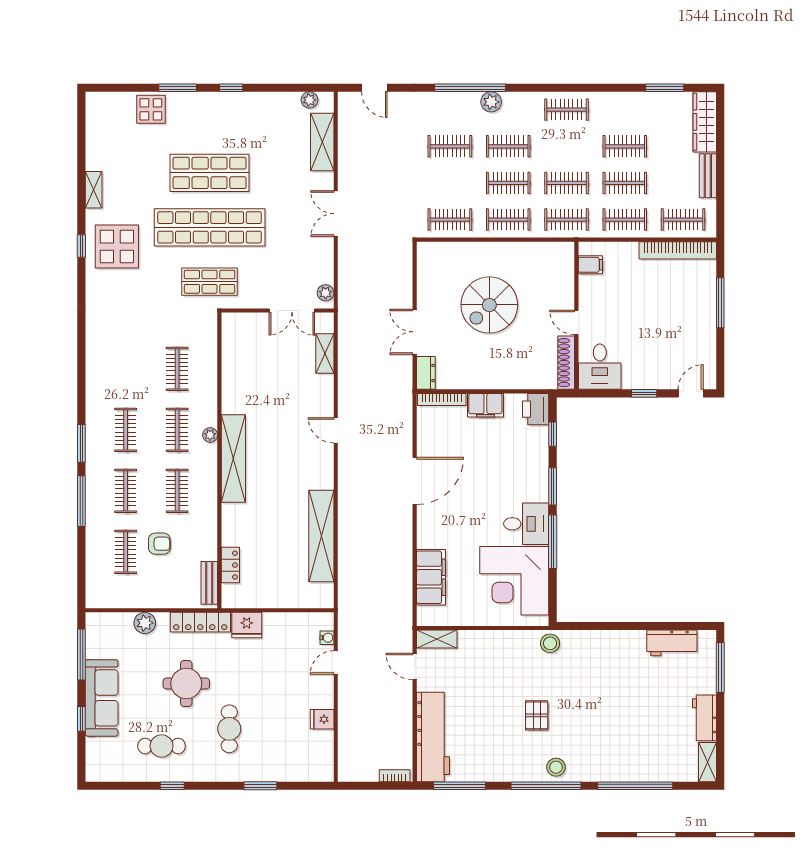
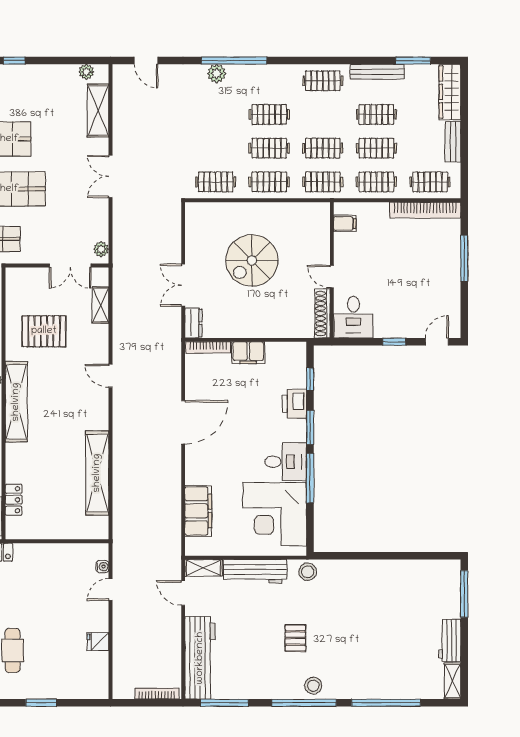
bench: (626, 100) -> (377, 72), added
plant: (491, 102) -> (217, 74), moved
clothes rail: (450, 146) -> (216, 114), removed
pallet: (263, 382) -> (44, 331), added
printer: (536, 409) -> (294, 404), moved
fridge: (247, 625) -> (29, 555), removed
workbench: (672, 643) -> (255, 571), moved, width x1.38
bookcase: (395, 776) -> (157, 694), width x1.56

